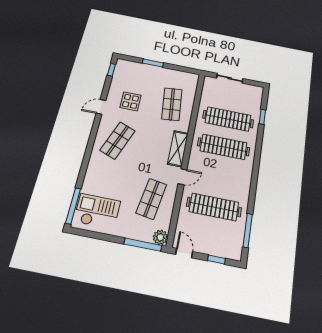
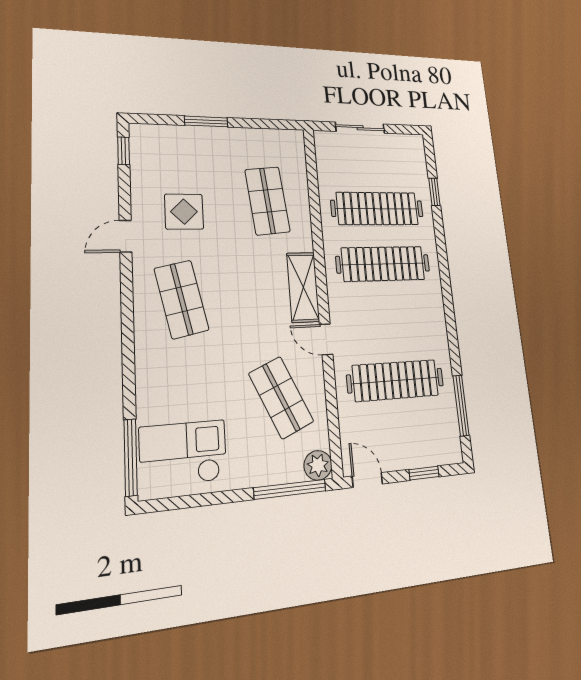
shop shelf: (118, 141) -> (182, 299), turned -33
door: (182, 177) -> (326, 339), swing flipped
shop shelf: (151, 199) -> (281, 397), turned -33

